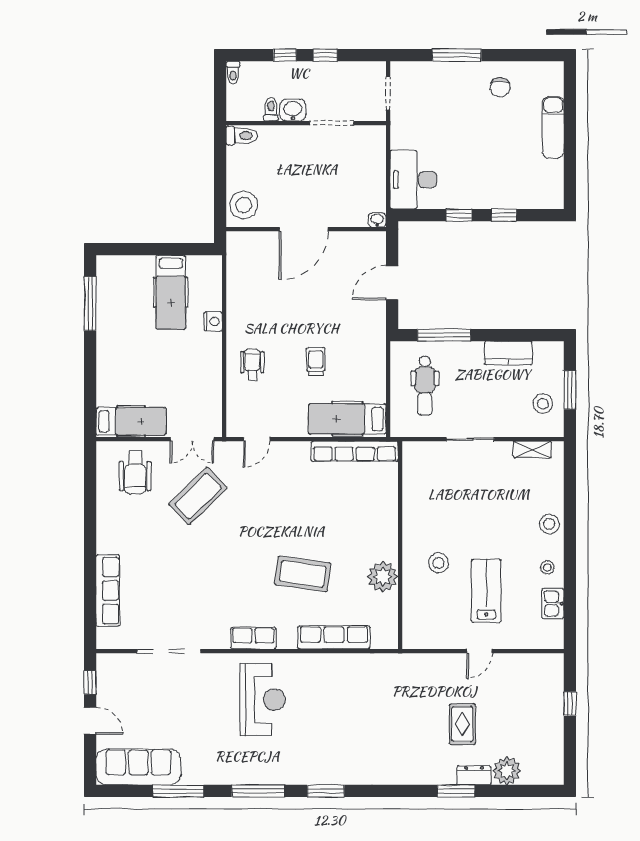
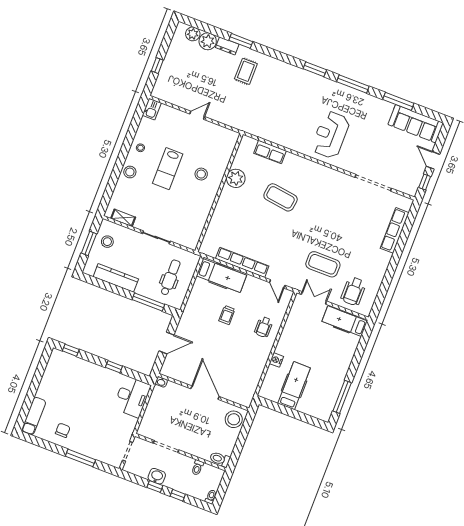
washbasin: (293, 110) -> (157, 476), moved, turned 180
exam couch: (553, 127) -> (34, 416), moved
window: (504, 215) -> (71, 350), moved
door: (304, 229) -> (205, 393), hinge flipped
kitchen counter: (508, 353) -> (116, 278), width x1.50
door: (257, 439) -> (277, 284), swing flipped
row of seats: (355, 451) -> (242, 262), moved
wheelchair: (135, 473) -> (353, 291), turned 180
coffee table: (198, 496) -> (323, 264), turned 44
lab bench: (486, 591) -> (168, 169), moved
kitchen sink: (553, 604) -> (152, 109), moved
row of seats: (334, 637) -> (270, 152), width x0.68
row of seats: (253, 638) -> (322, 172), removed
rug: (462, 724) -> (246, 71), moved
plant: (534, 773) -> (193, 34), added

